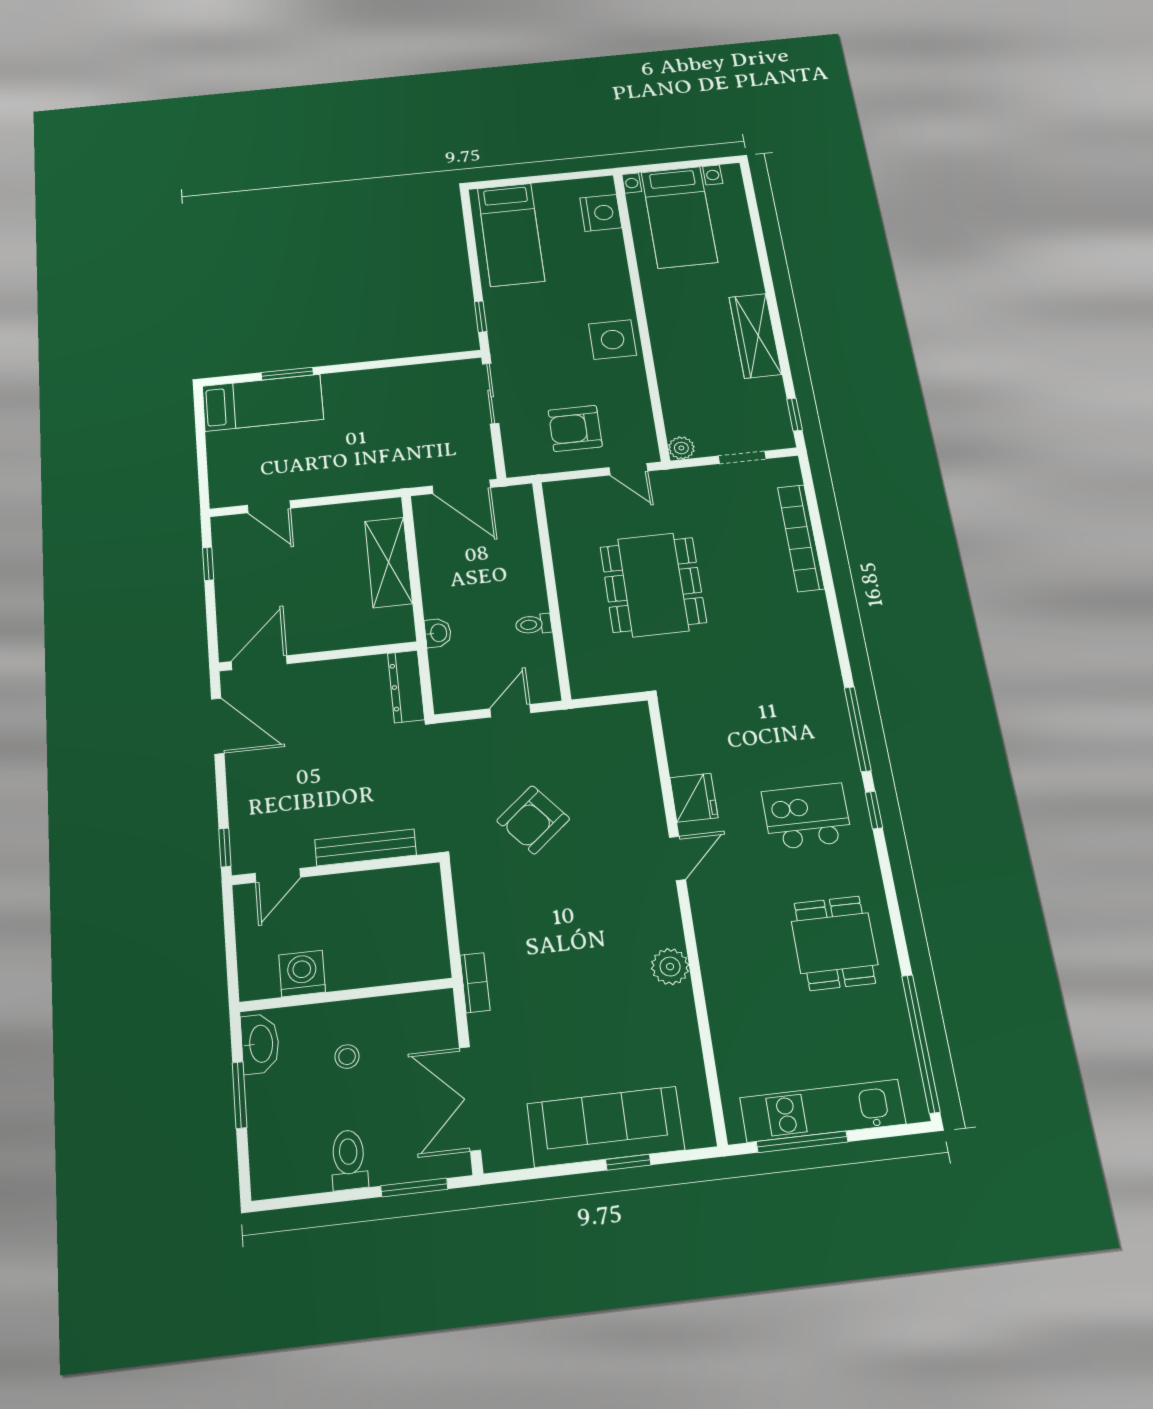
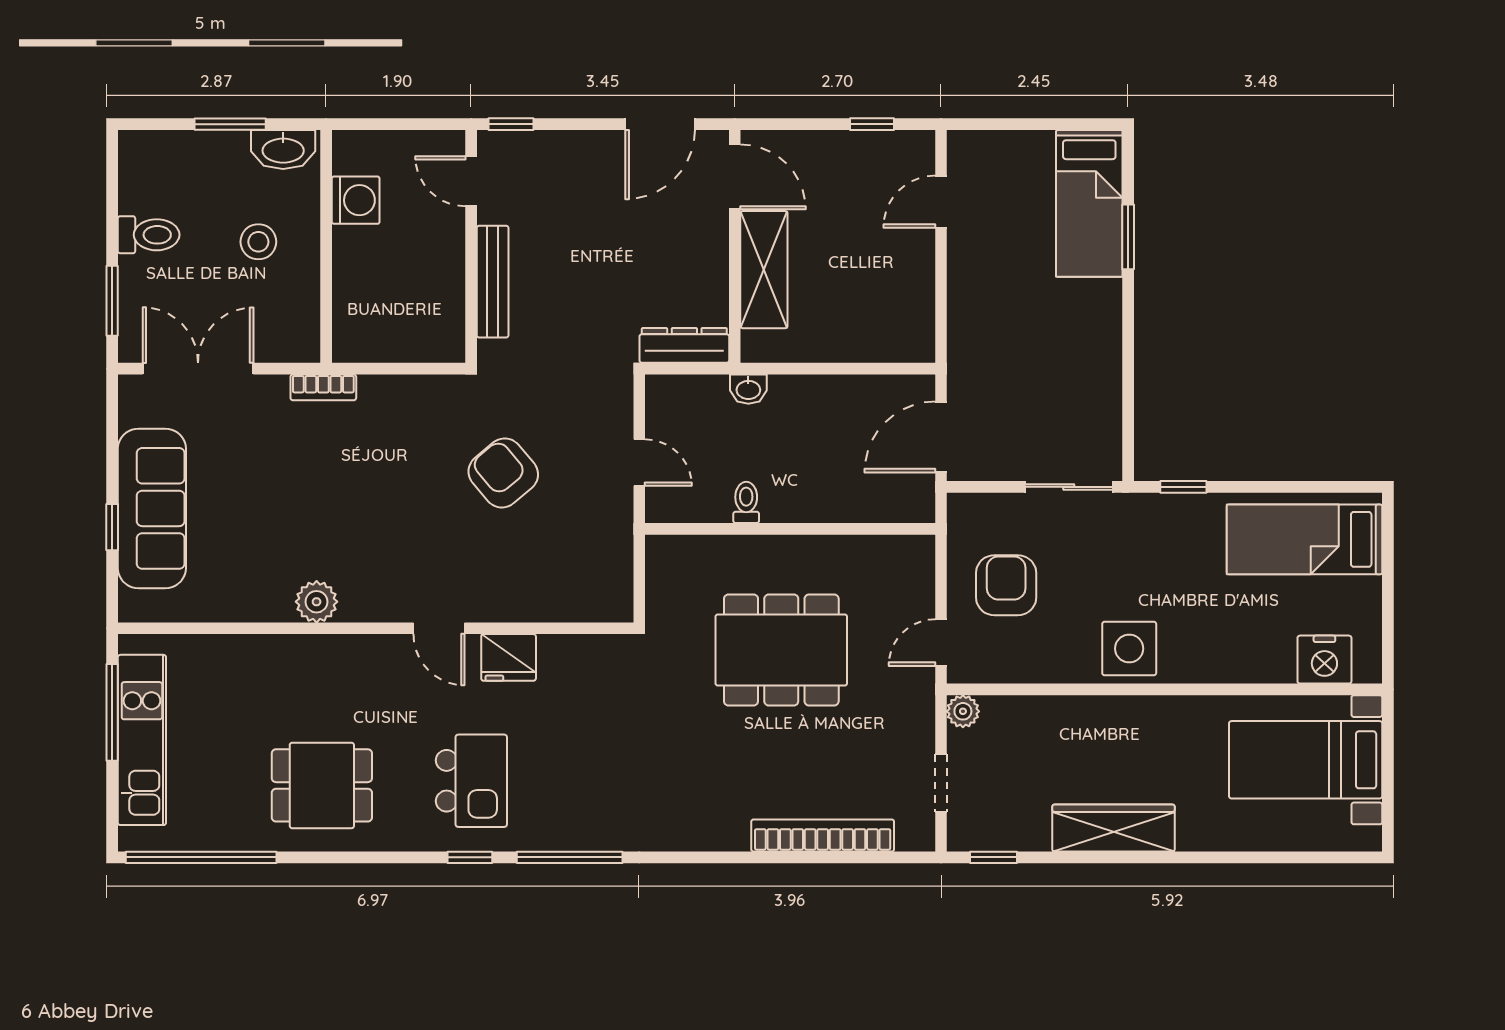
shelving: (388, 562) -> (764, 270), moved, turned 90
stool: (347, 1057) -> (258, 242), width x1.37, depth x1.37

